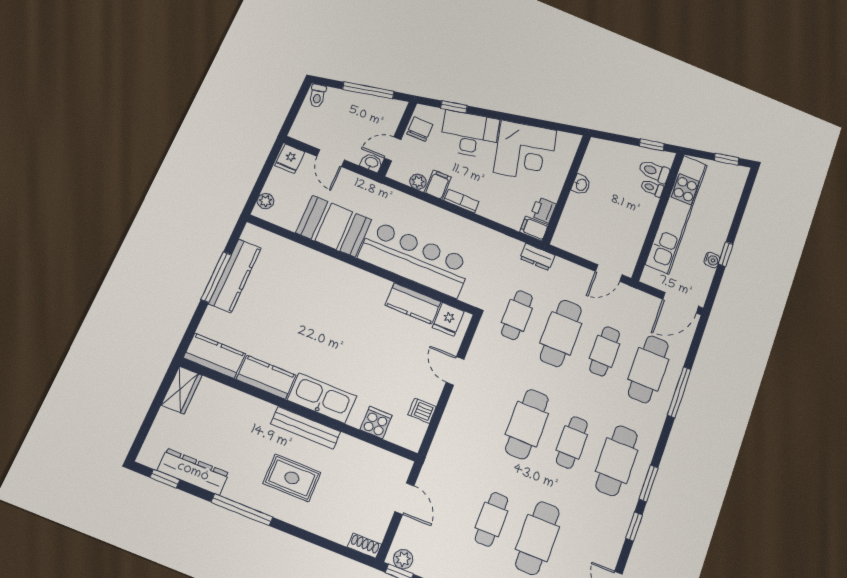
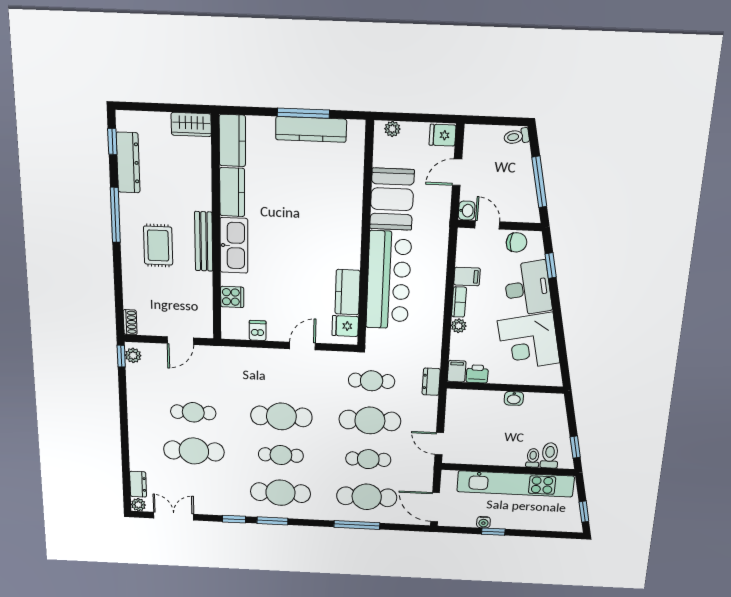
plant: (418, 182) -> (459, 326), moved

